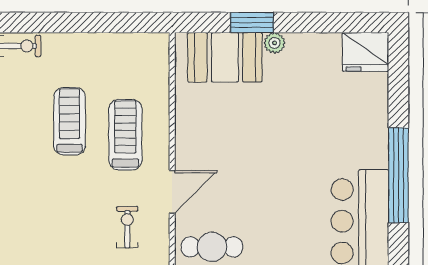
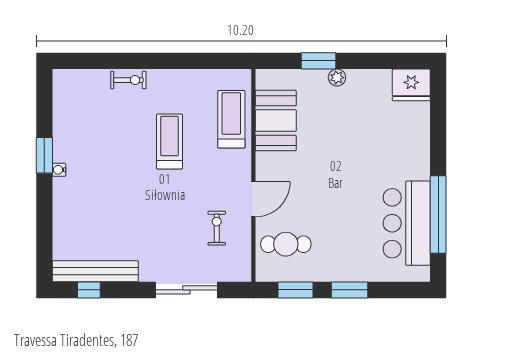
booth: (225, 57) -> (276, 120), moved, turned 90
treadmill: (125, 135) -> (231, 119), moved
window: (398, 175) -> (438, 215), moved

